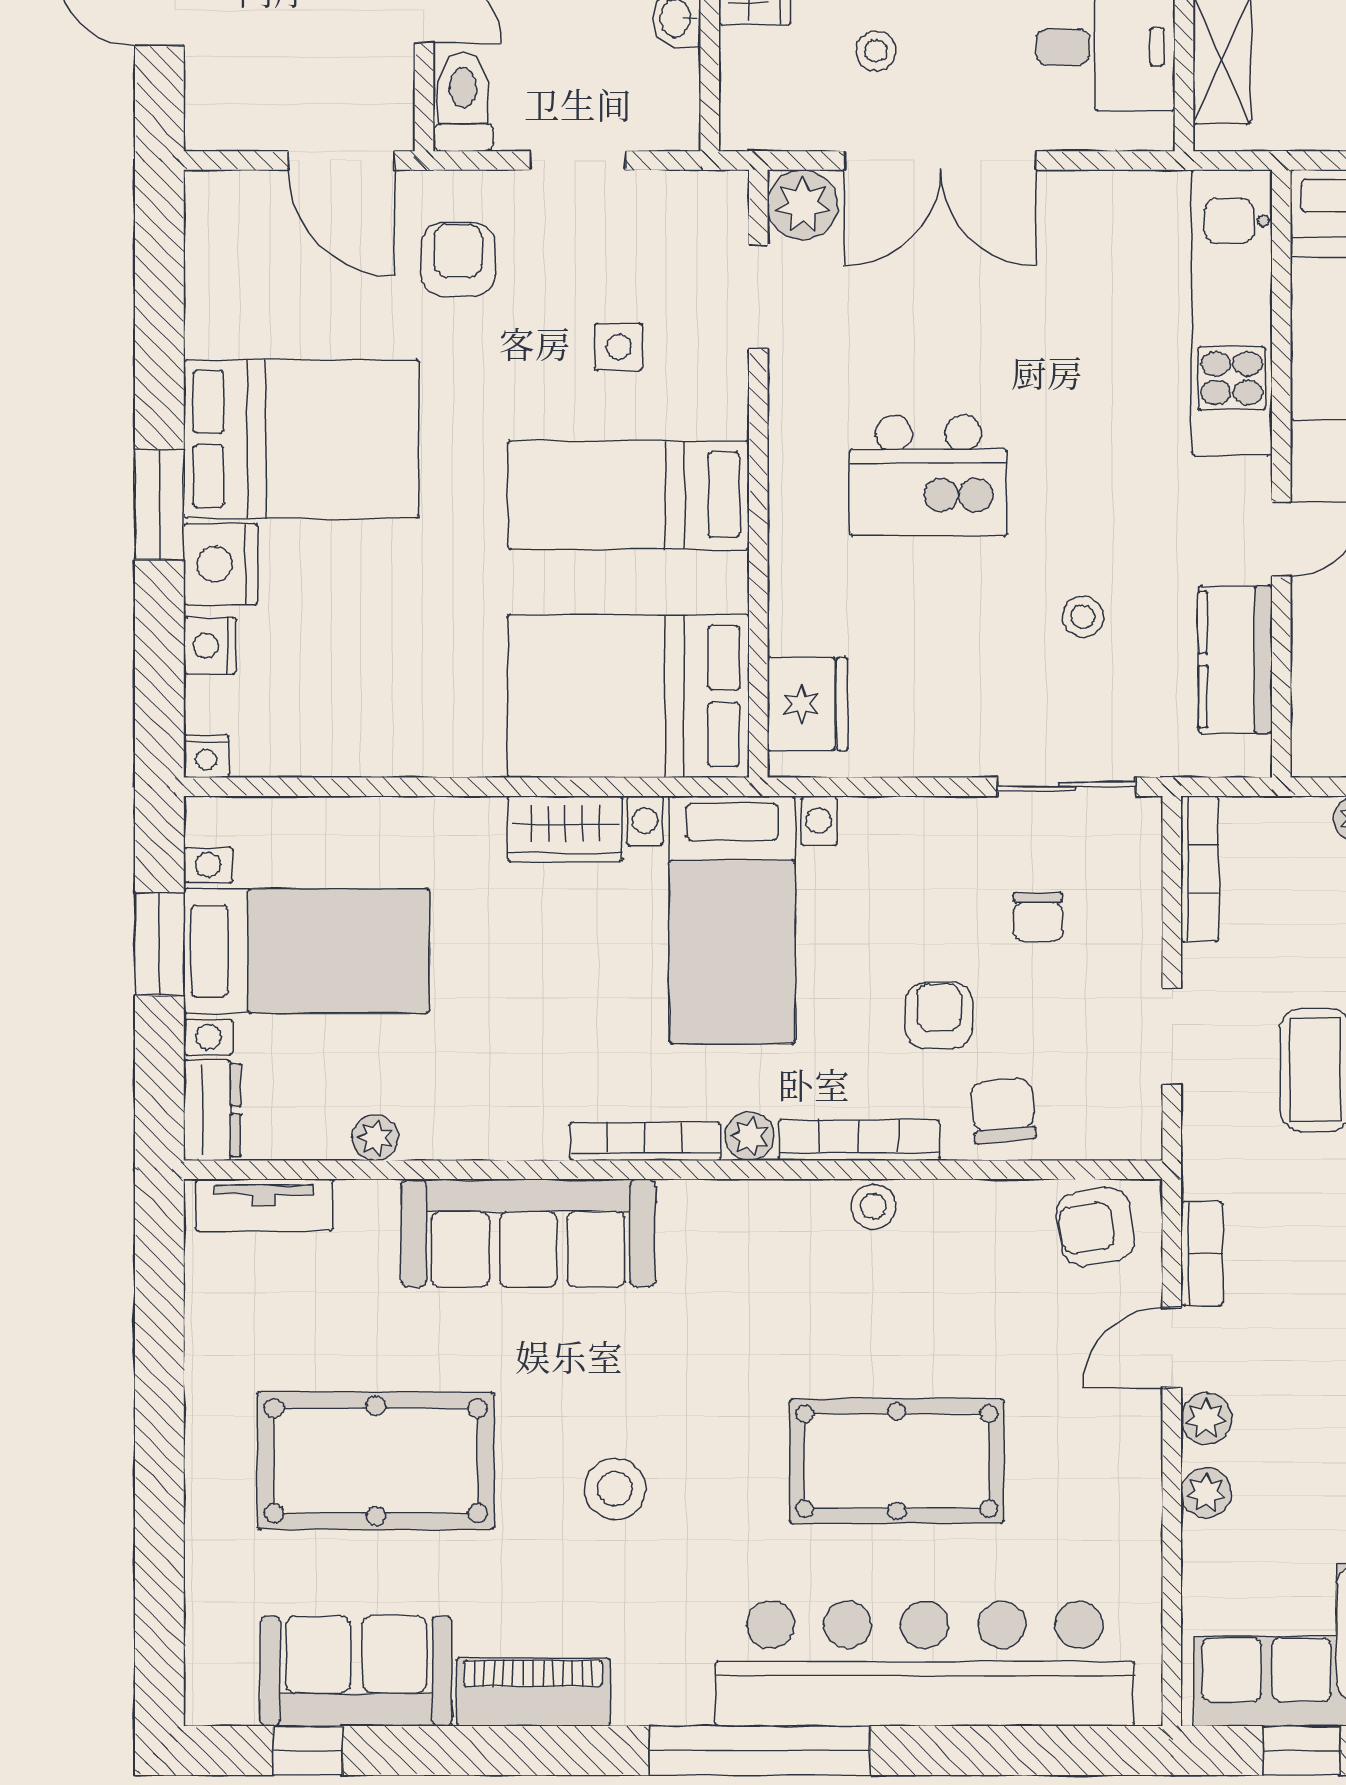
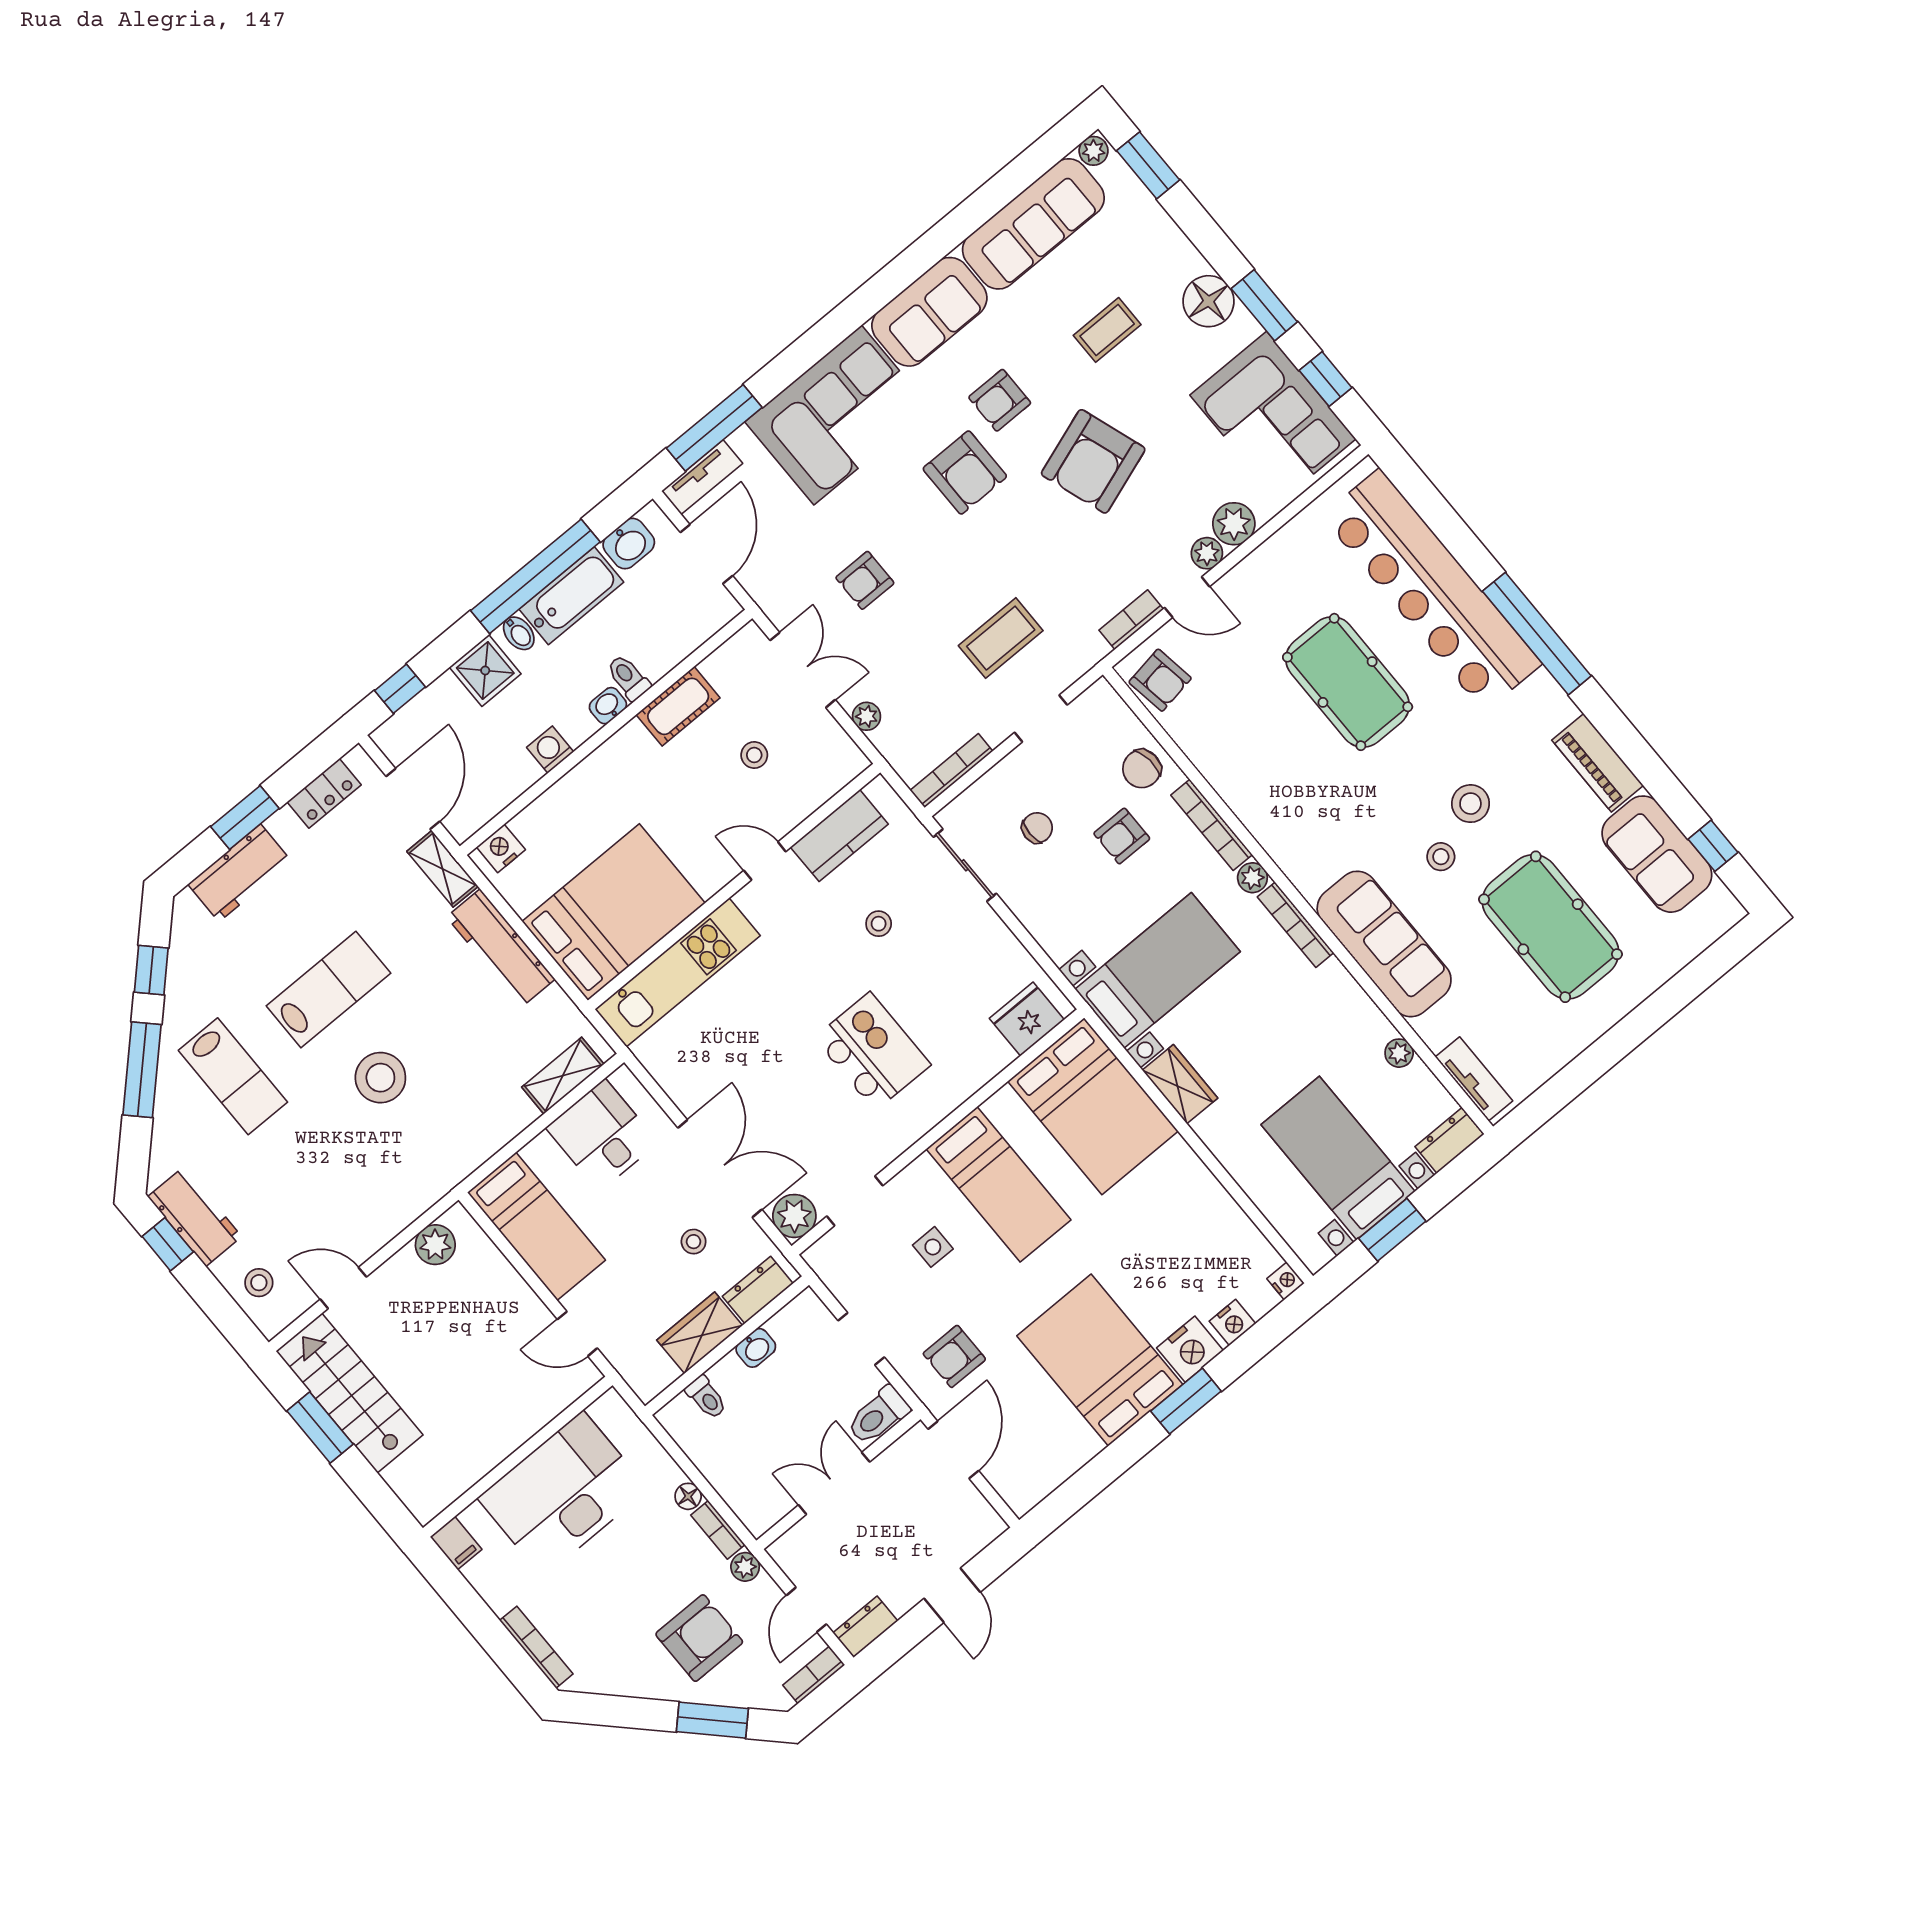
dresser: (748, 81) -> (758, 1290), added
stool: (873, 1206) -> (1441, 857), moved
plant: (1206, 1493) -> (1234, 524), width x1.38, depth x1.38

